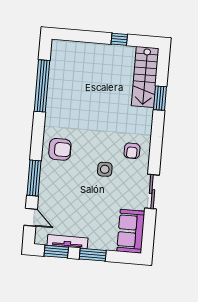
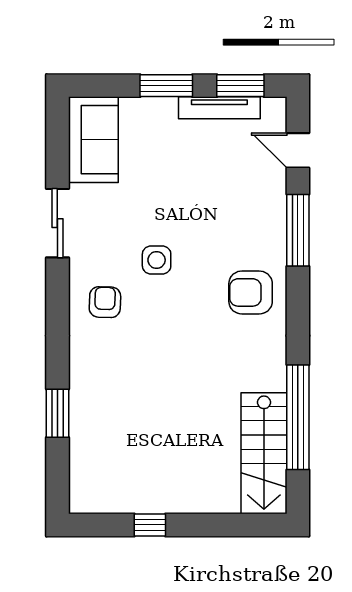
stairs: (145, 77) -> (264, 453), moved, turned 180

